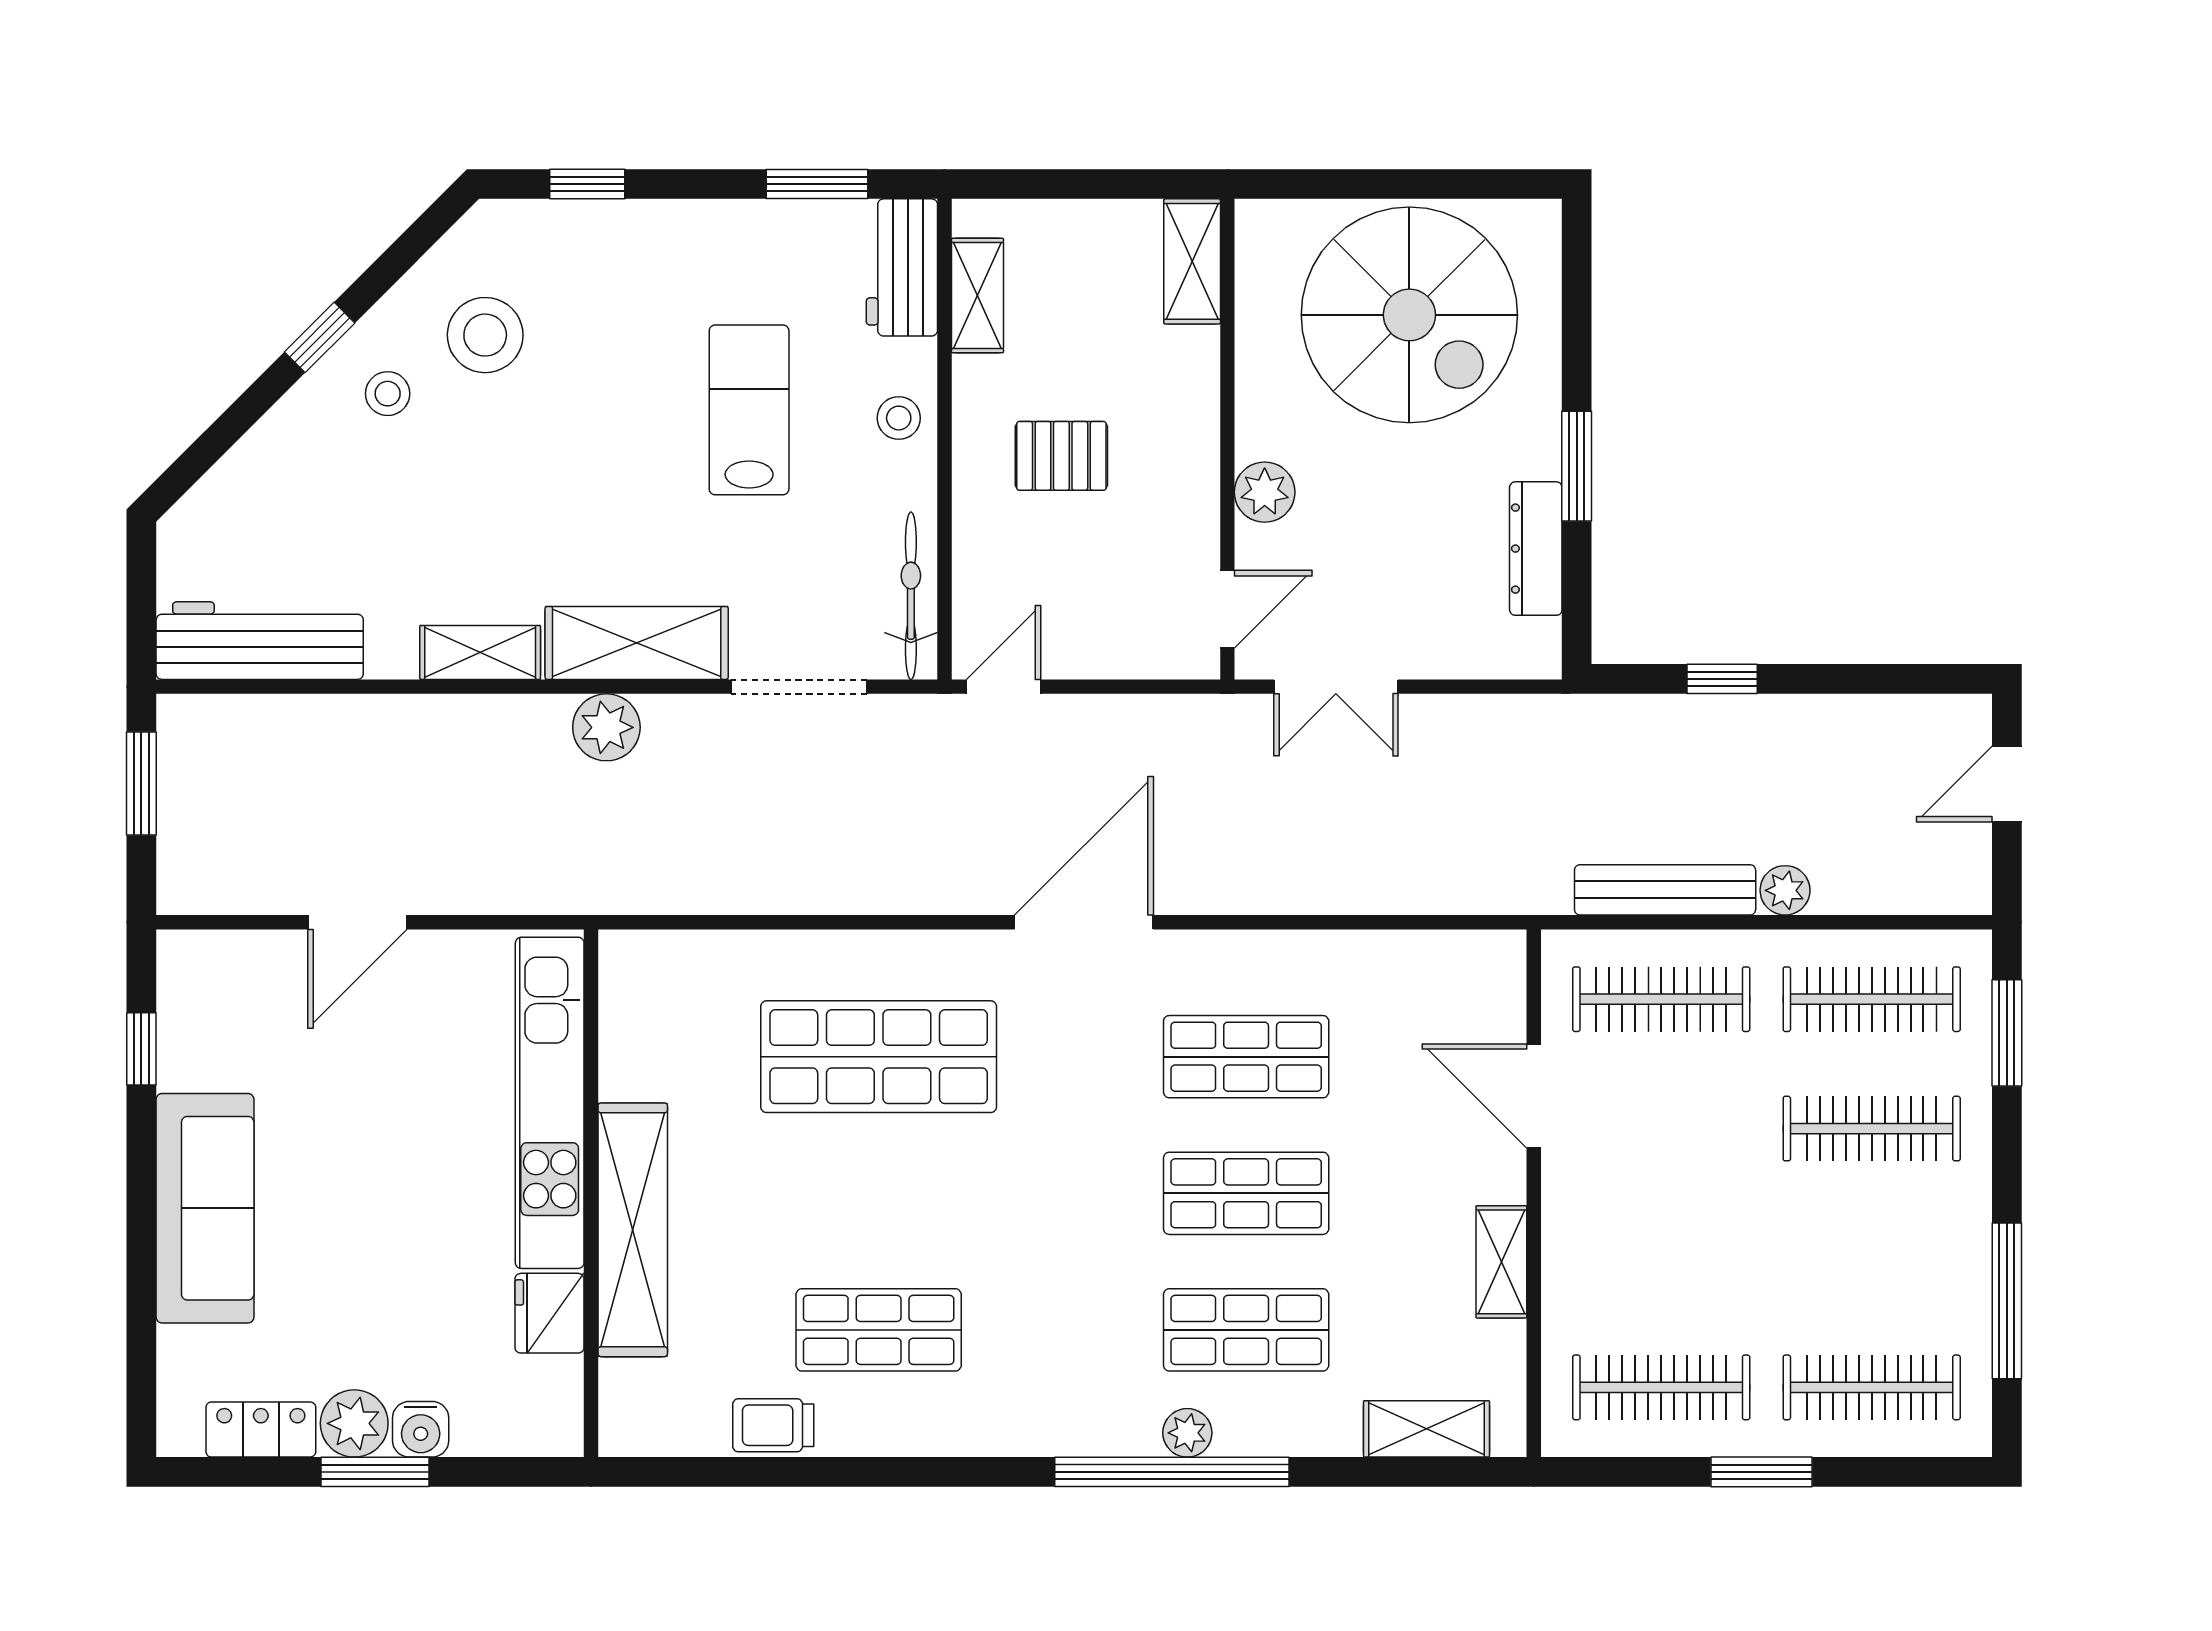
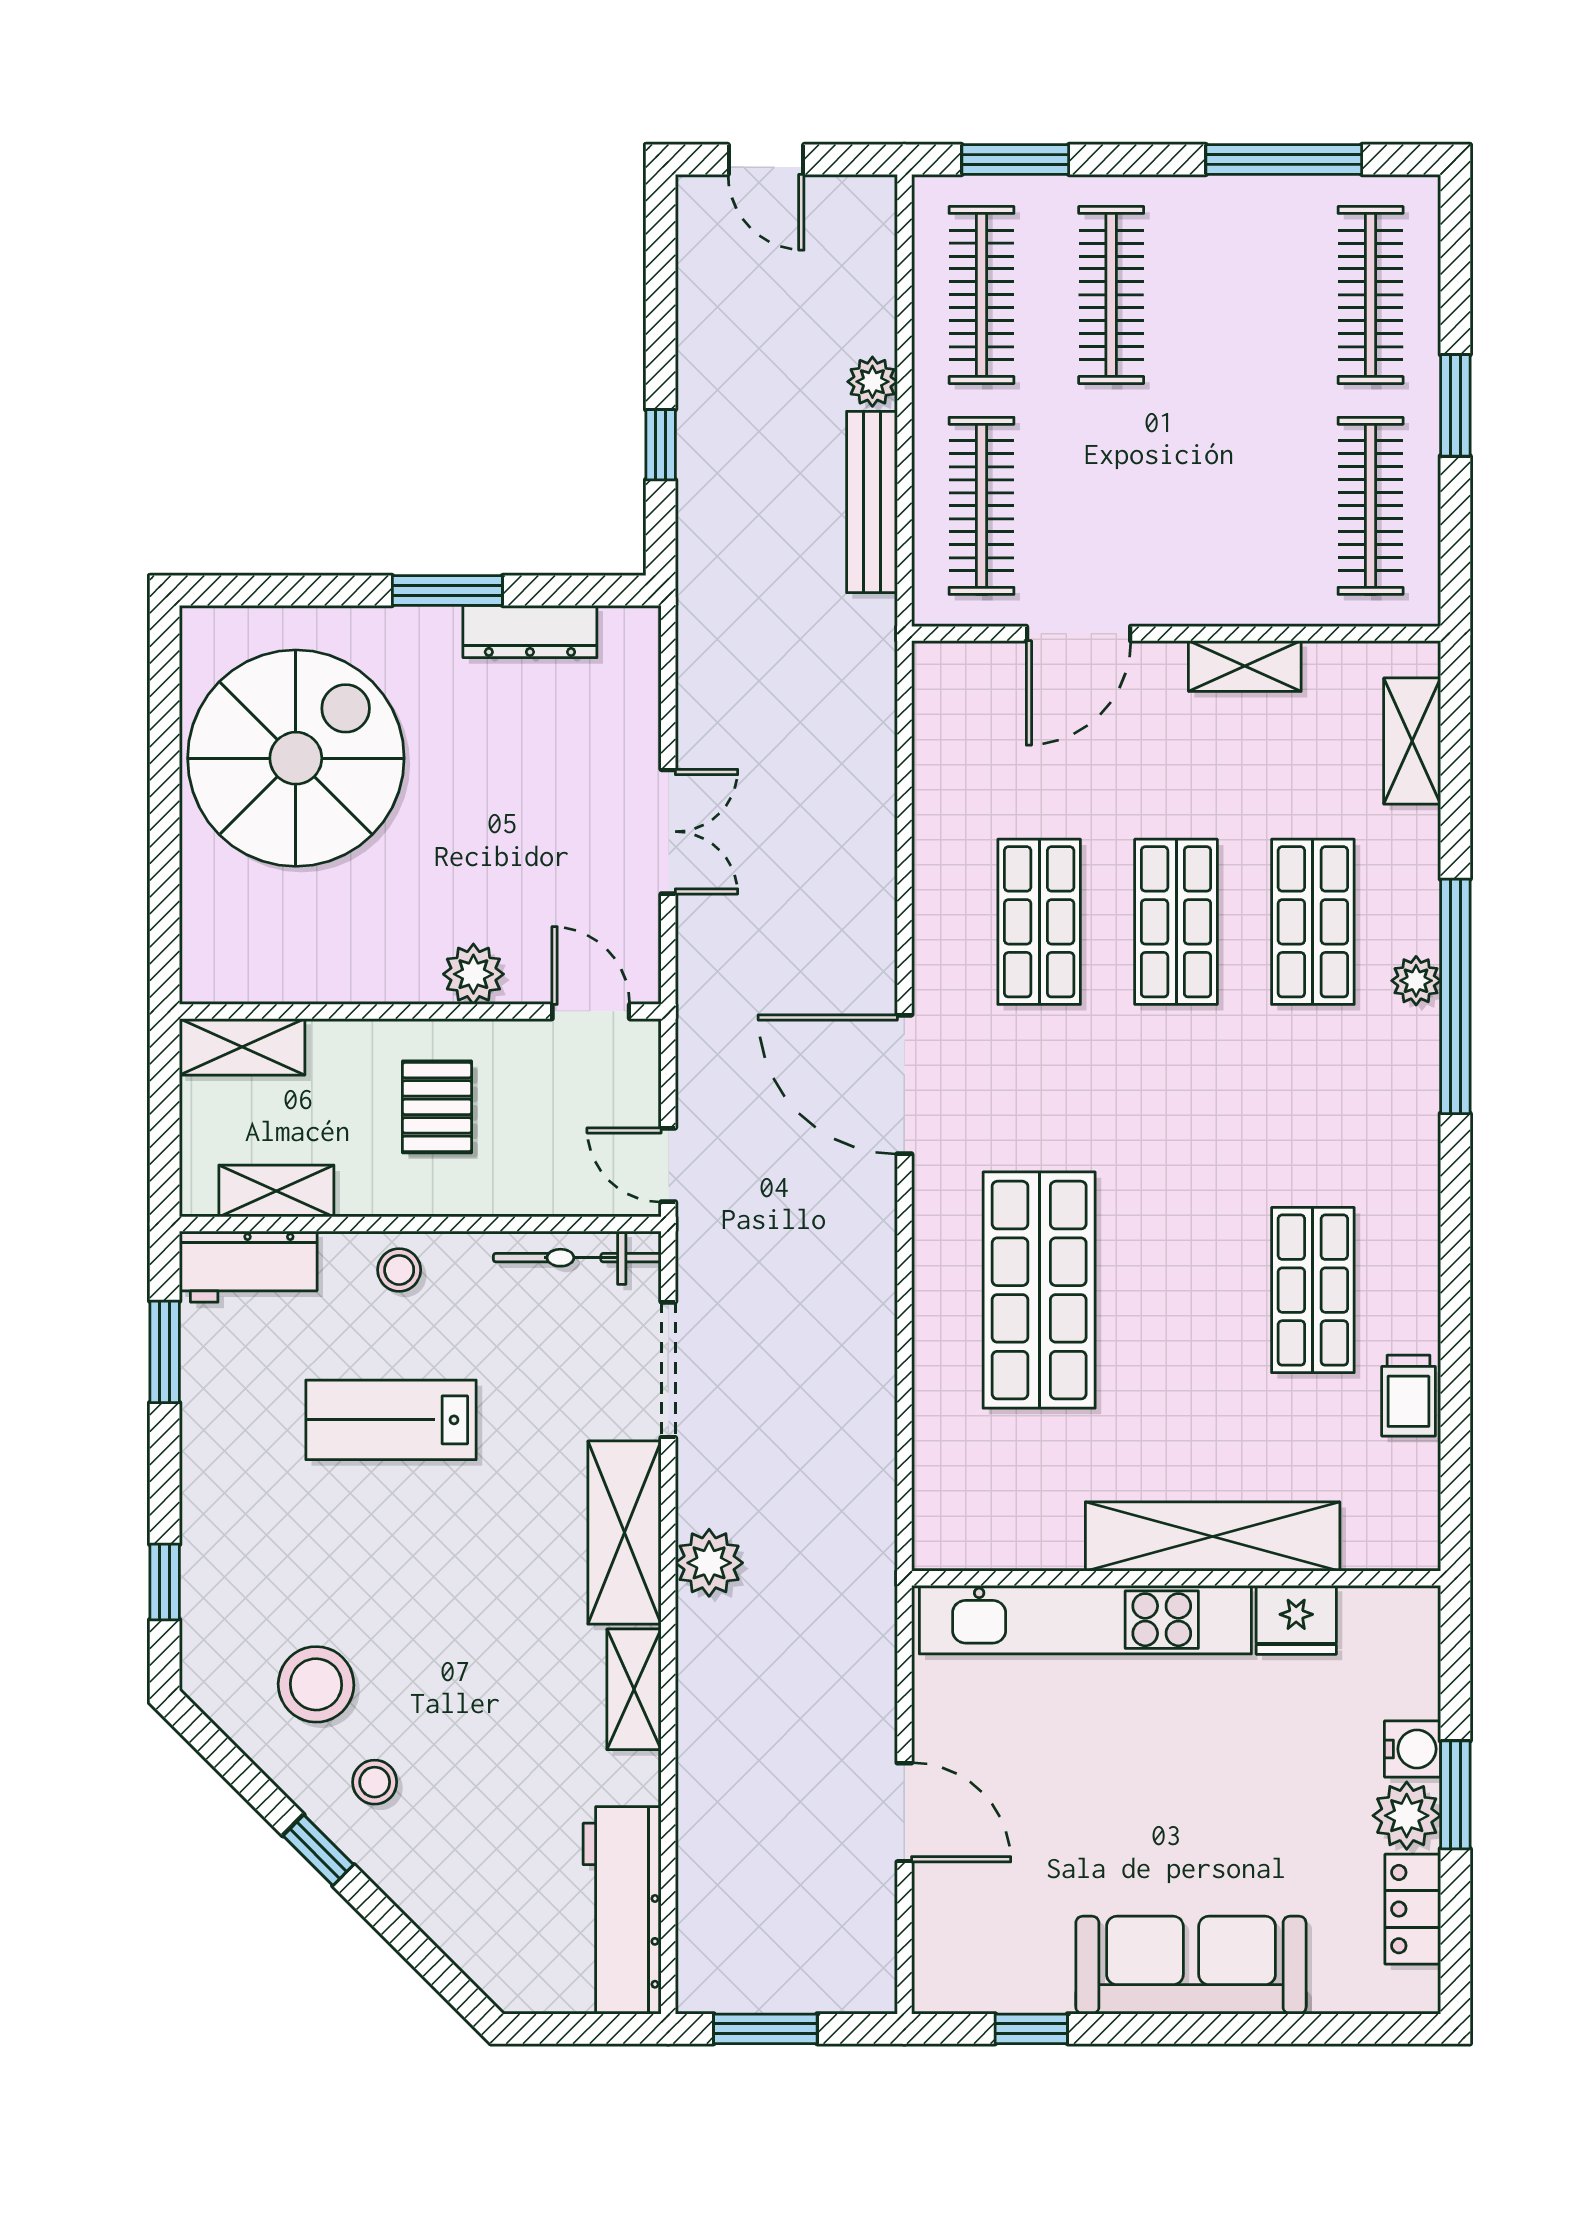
shelving: (1192, 261) -> (242, 1047), moved
wall: (1227, 439) -> (420, 1011), moved
plant: (1265, 492) -> (473, 974), moved
door: (1227, 609) -> (591, 1011), moved

